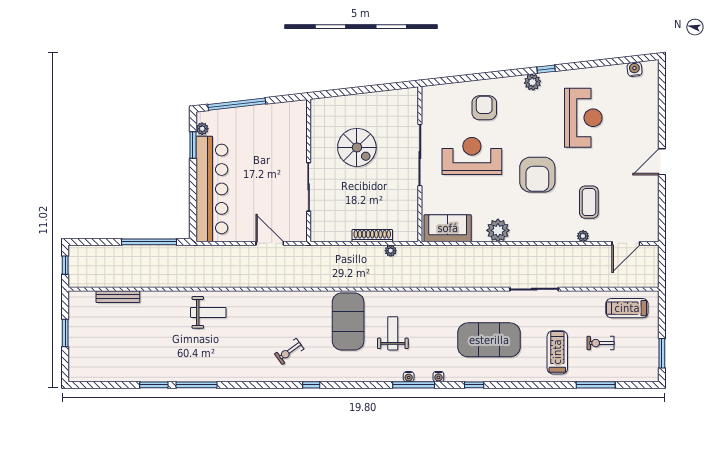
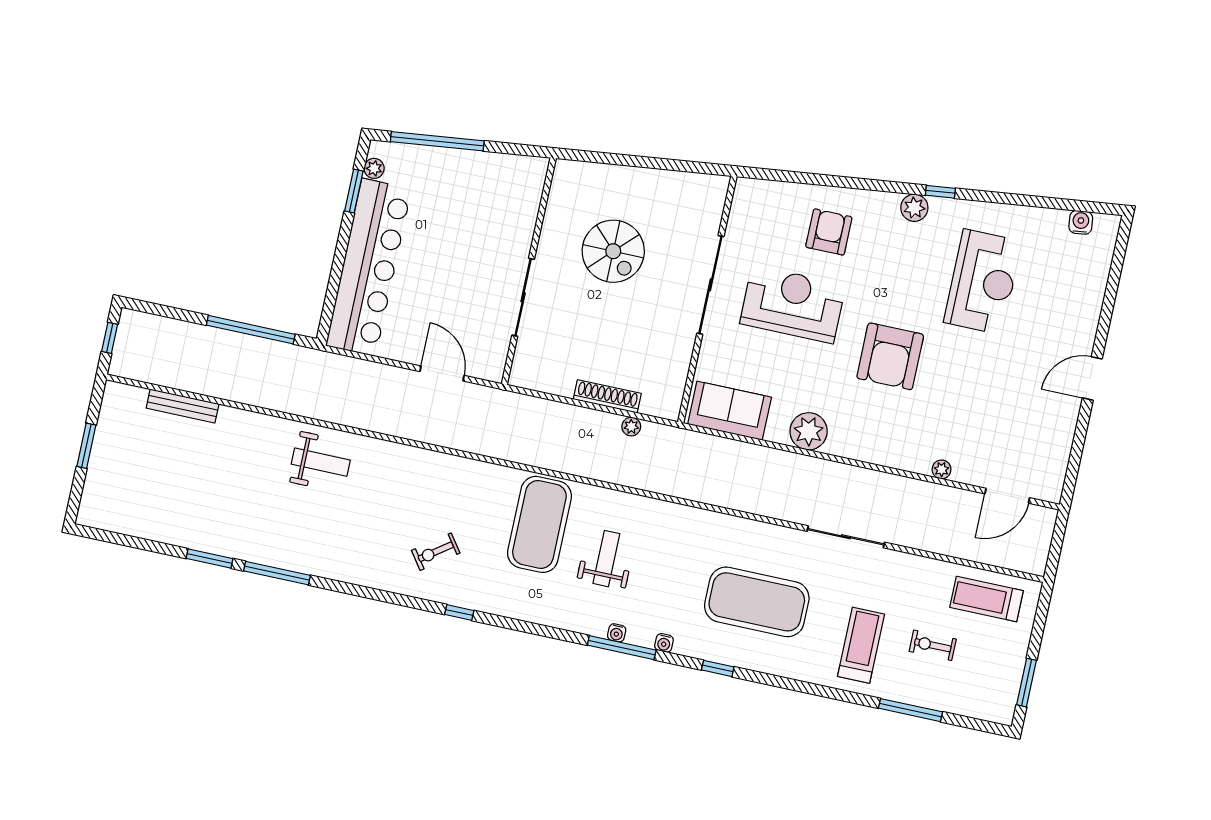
coffee table: (589, 202) -> (963, 418), removed

